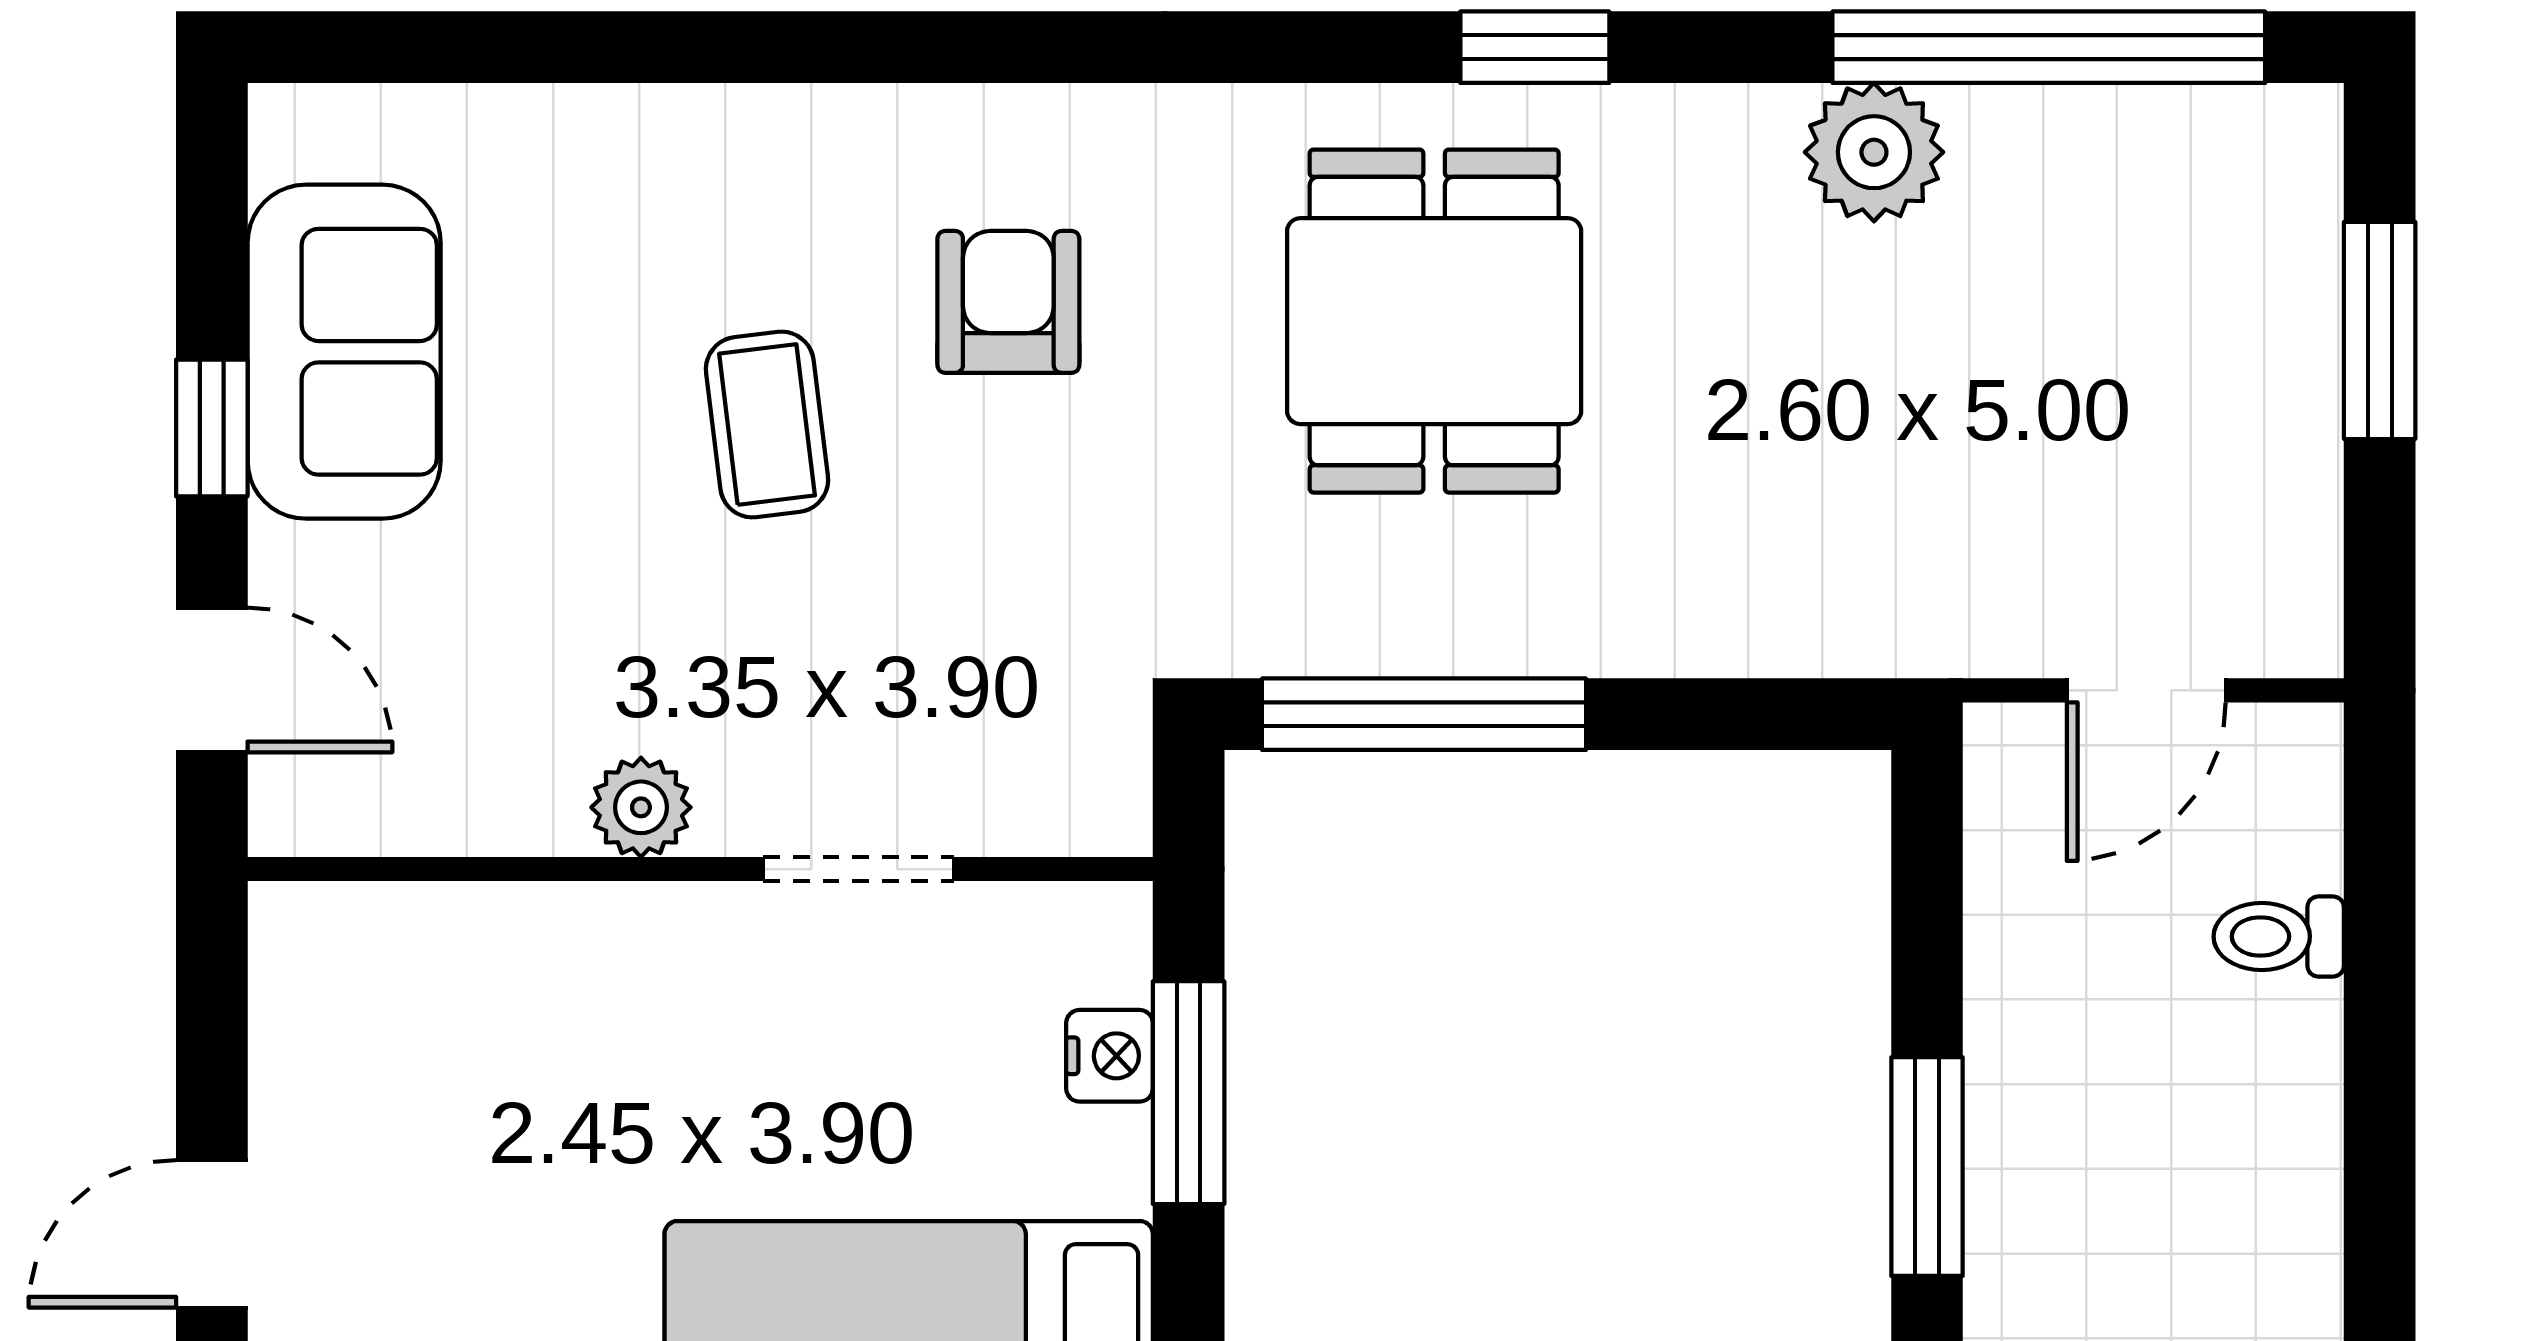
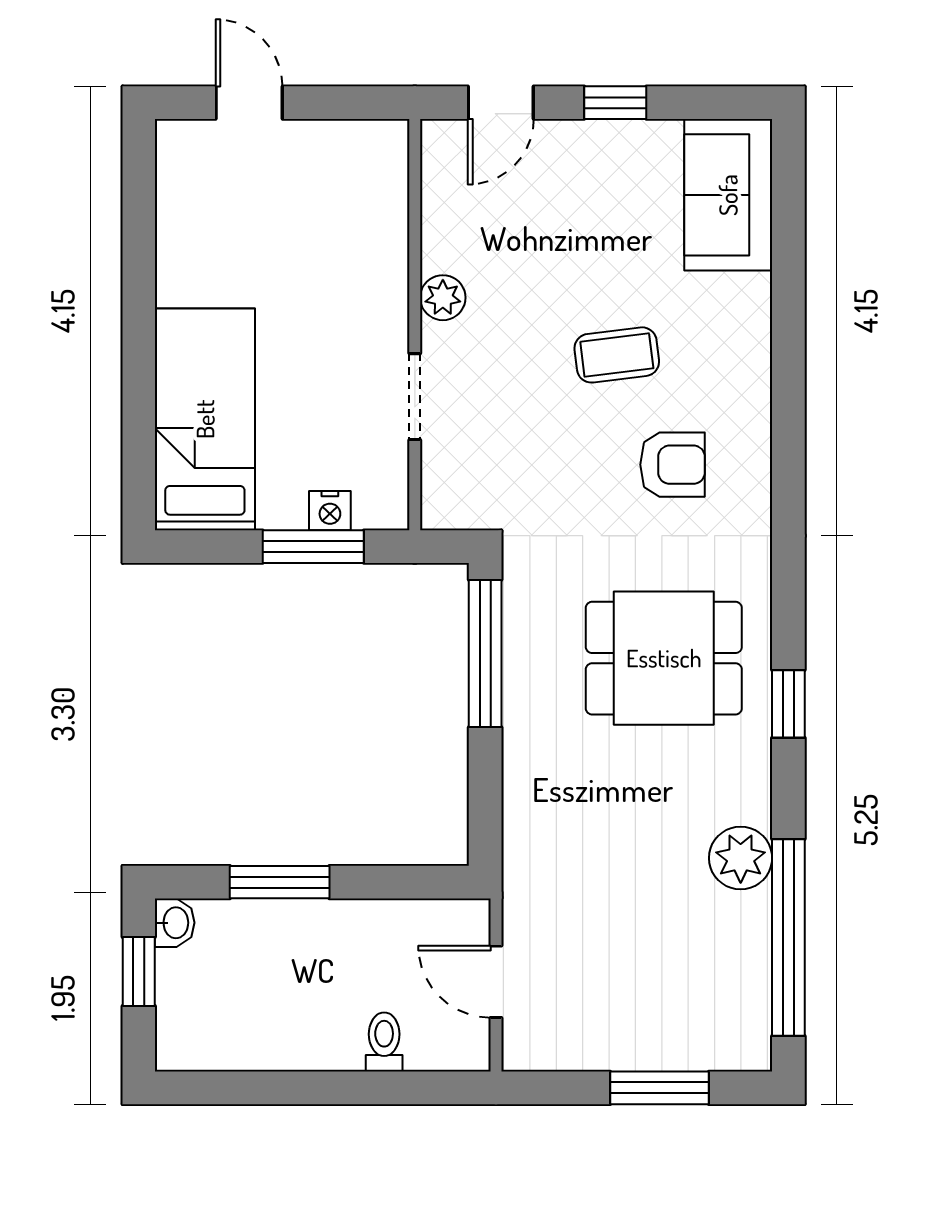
sofa: (344, 352) -> (728, 195), moved, turned 90

